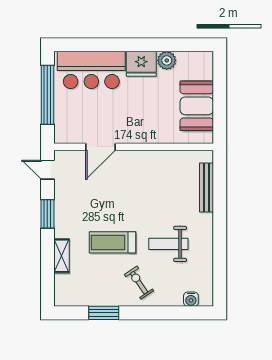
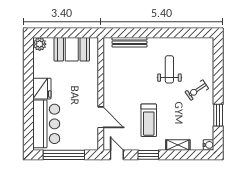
plant: (167, 60) -> (40, 44), moved
door: (47, 170) -> (117, 155), swing flipped
treadmill: (113, 242) -> (149, 120), moved
weight bench: (168, 244) -> (169, 69), turned 180
water cooler: (191, 299) -> (209, 145), moved

